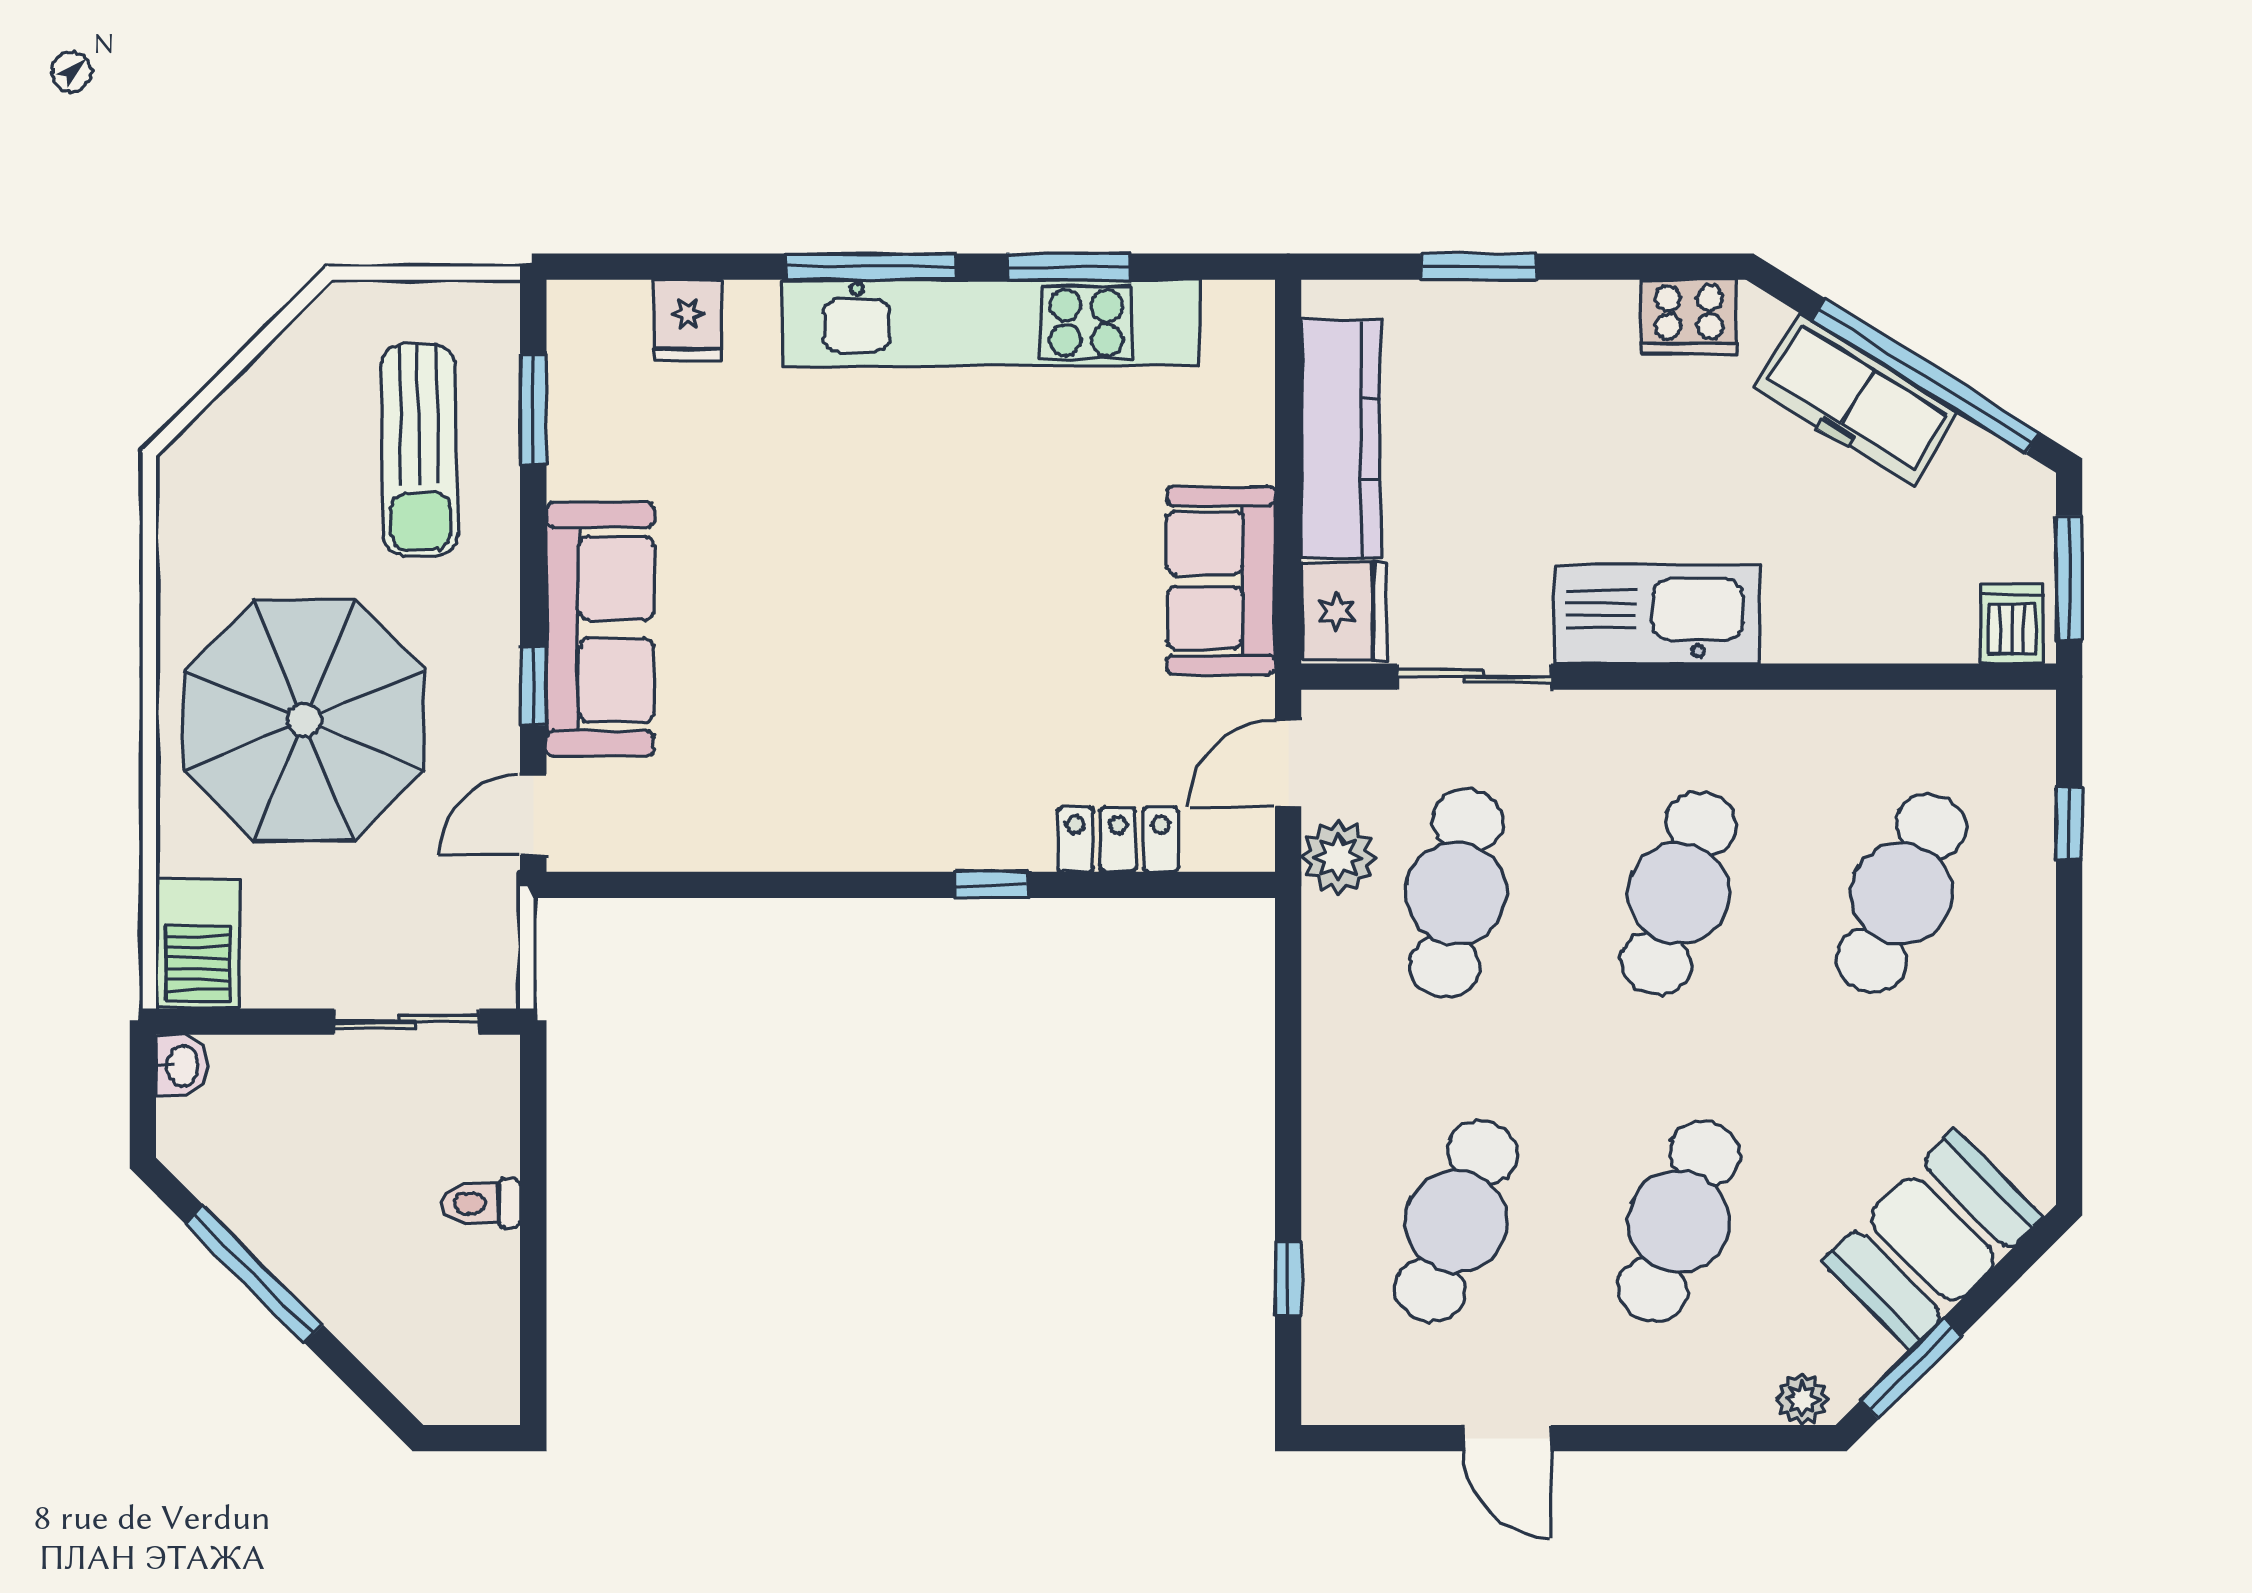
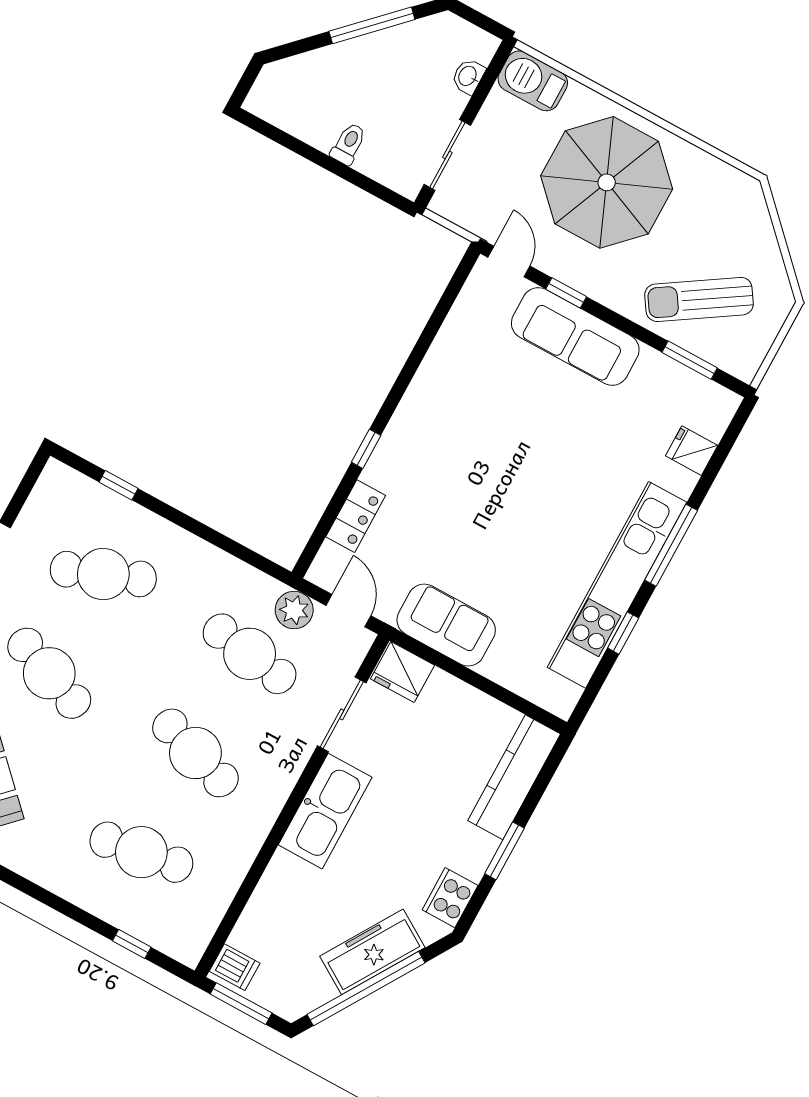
window: (1068, 267) -> (623, 633), width x0.67
window: (1479, 267) -> (504, 851), moved
kitchen counter: (1341, 439) -> (514, 777), moved, turned 90
sun lounger: (419, 450) -> (699, 299), turned -32
cafe table: (1901, 893) -> (141, 852), turned -33
washbasin: (181, 1066) -> (468, 76), moved, turned 90
cafe table: (1456, 1221) -> (103, 574), turned -42

